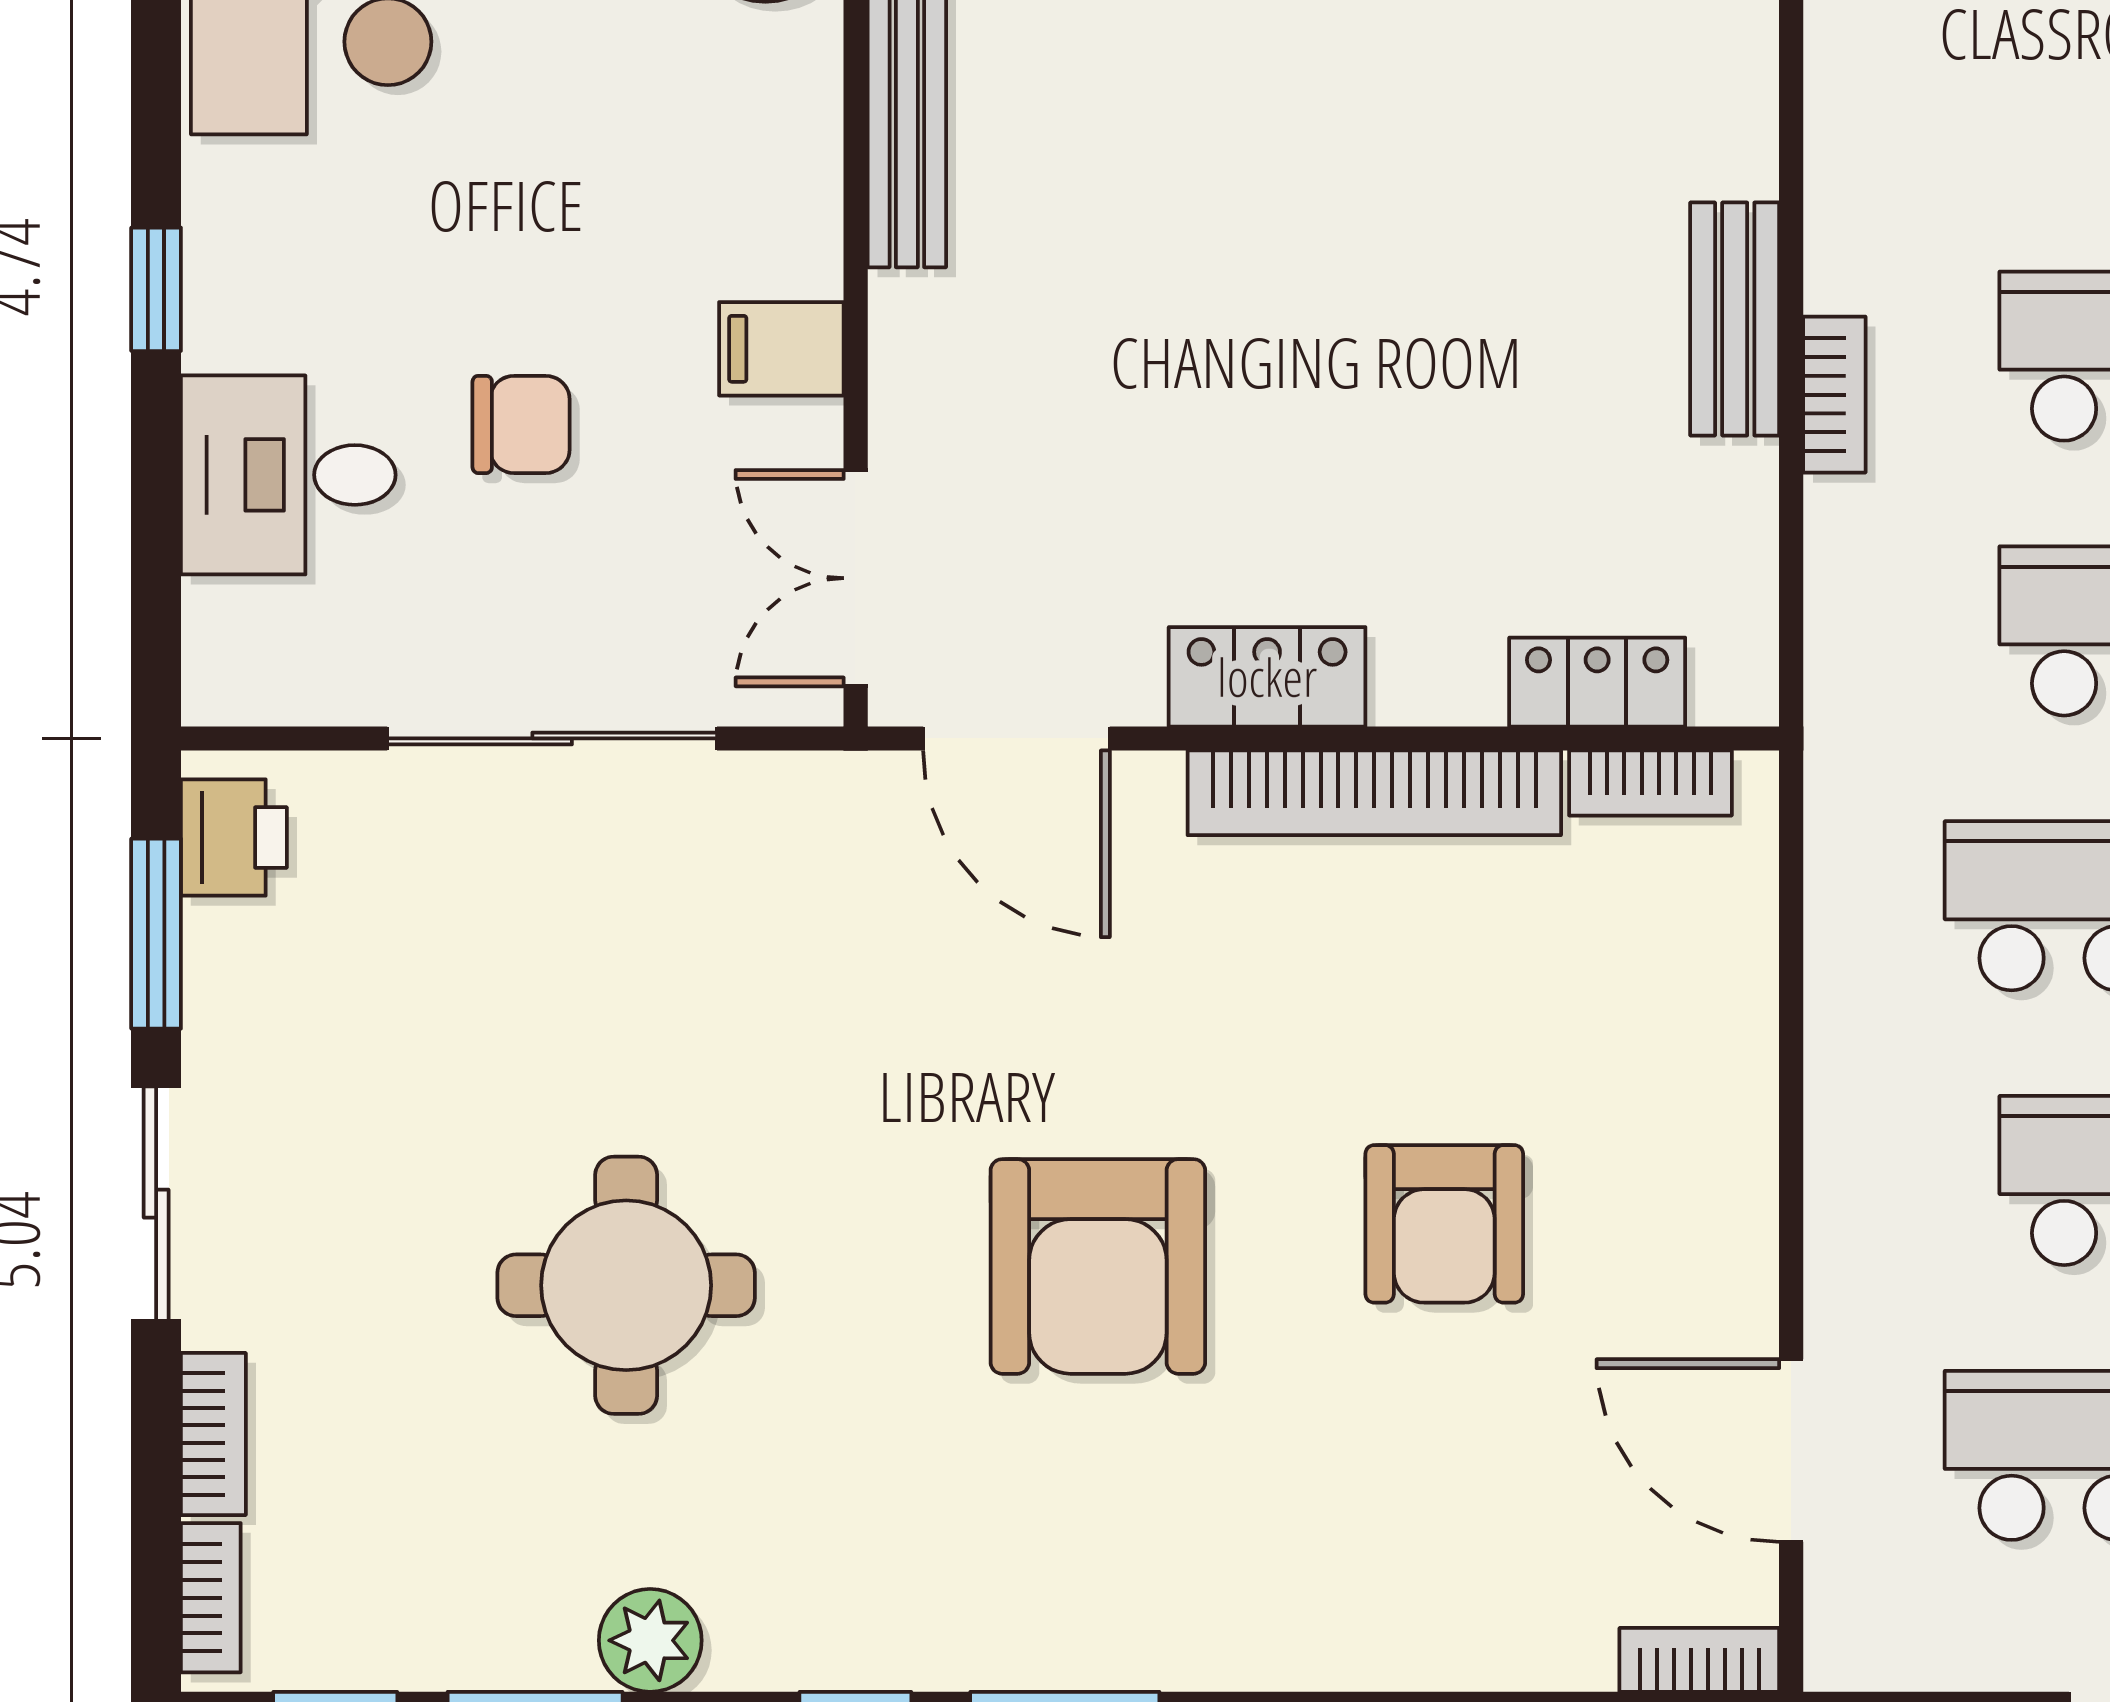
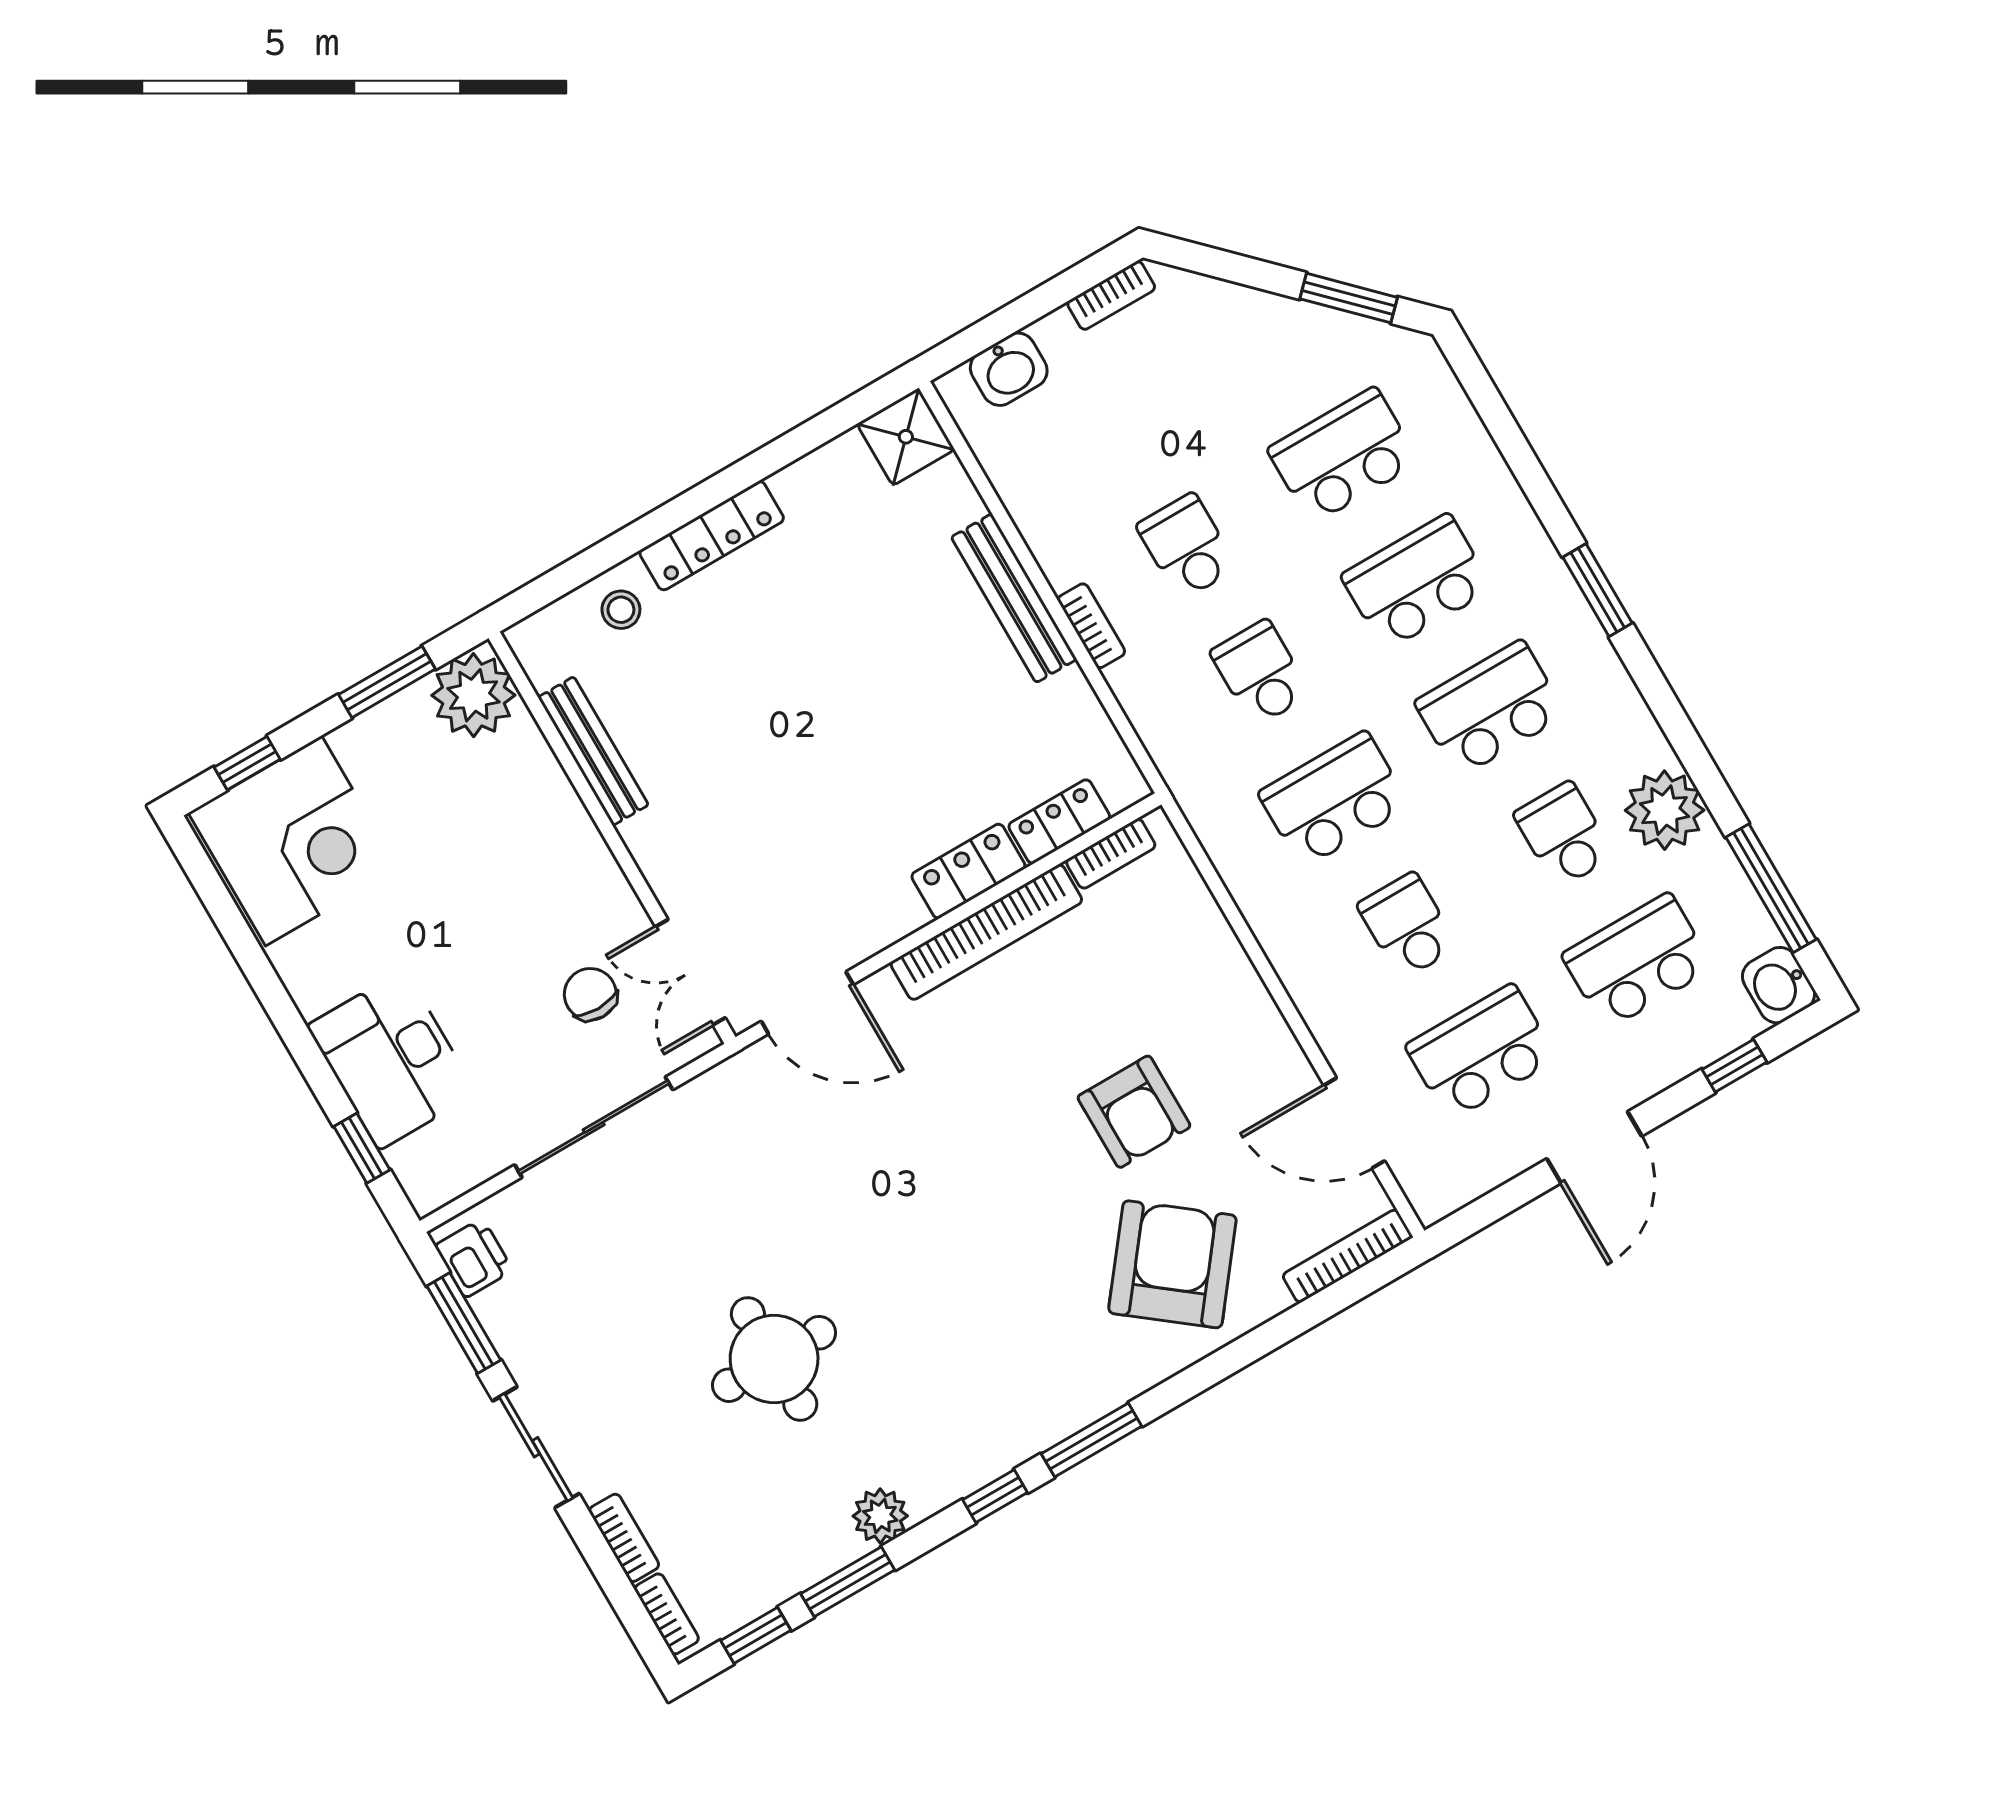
window: (156, 289) -> (362, 1148), moved
bench: (1735, 319) -> (1014, 598), width x1.36
filing cabinet: (781, 349) -> (595, 887), removed
chair: (521, 424) -> (590, 994), moved, turned -90
desk: (288, 475) -> (392, 1060), width x1.37
locker: (1267, 677) -> (968, 871), moved
armchair: (1098, 1266) -> (1172, 1264), moved, turned -142
bookcase: (1699, 1660) -> (1347, 1256), width x1.56

